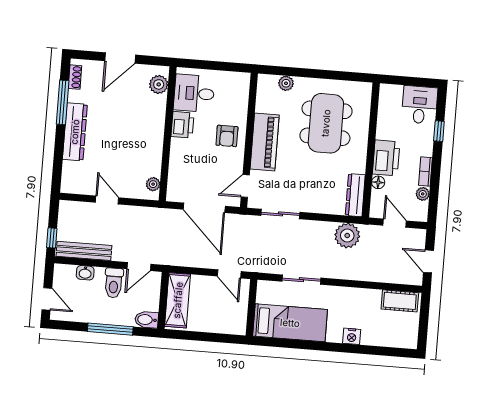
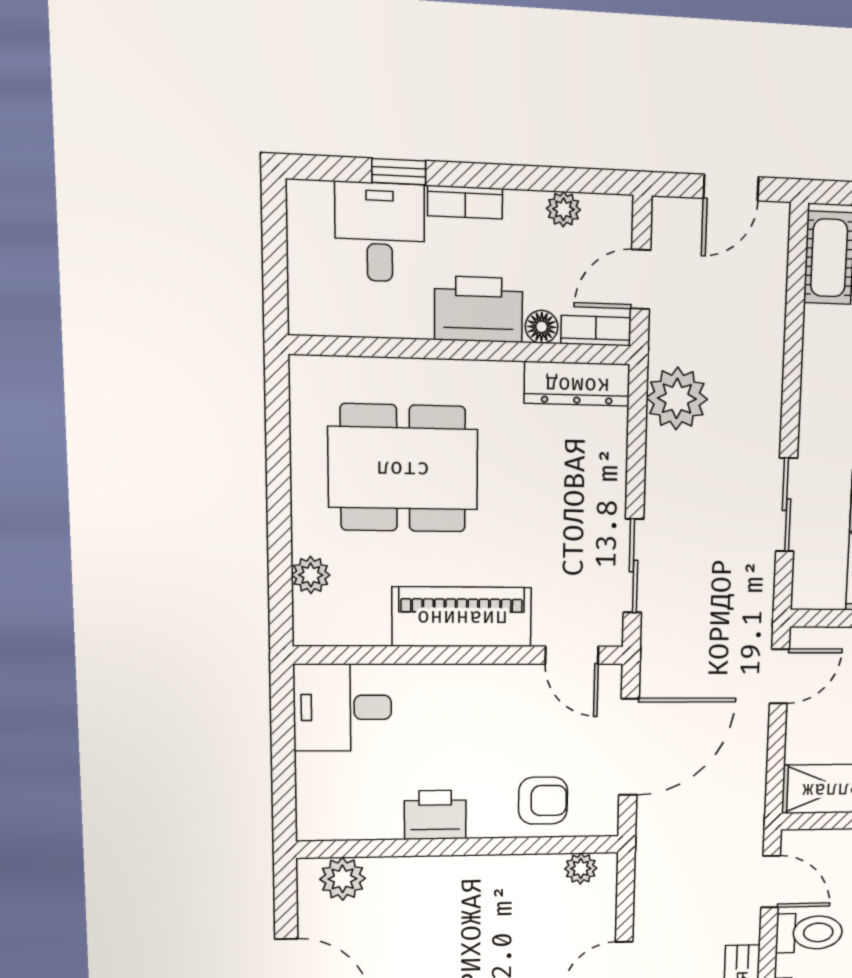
desk: (194, 93) -> (343, 707), moved, turned 90
desk: (420, 105) -> (380, 232), moved, turned 90
armchair: (227, 136) -> (543, 801), moved
bookcase: (425, 171) -> (465, 202), moved
bookcase: (376, 204) -> (596, 331), added

